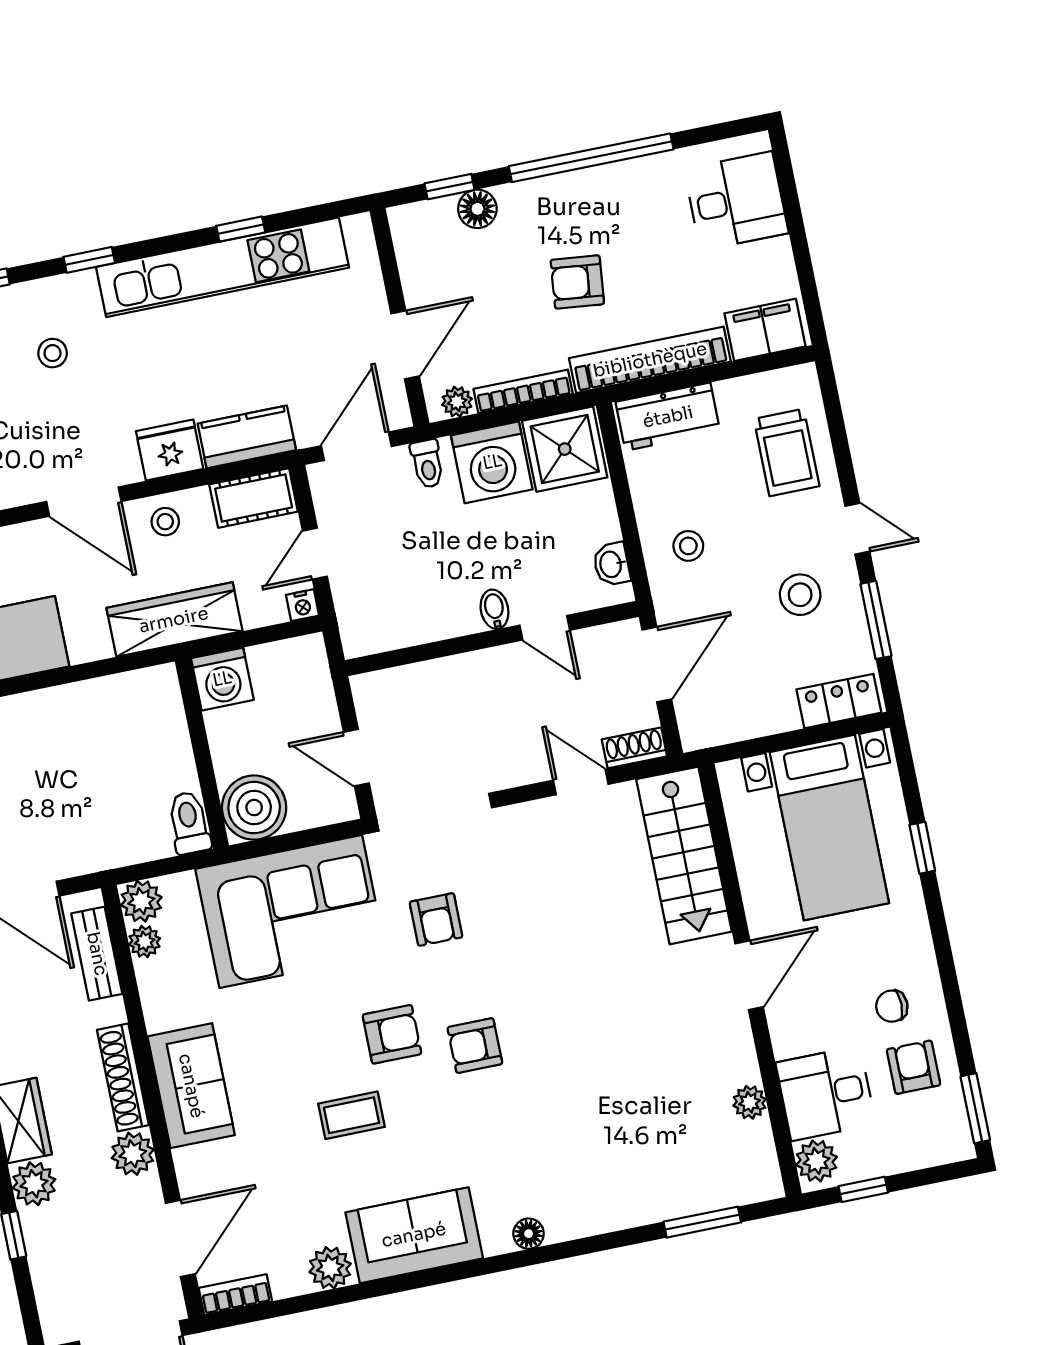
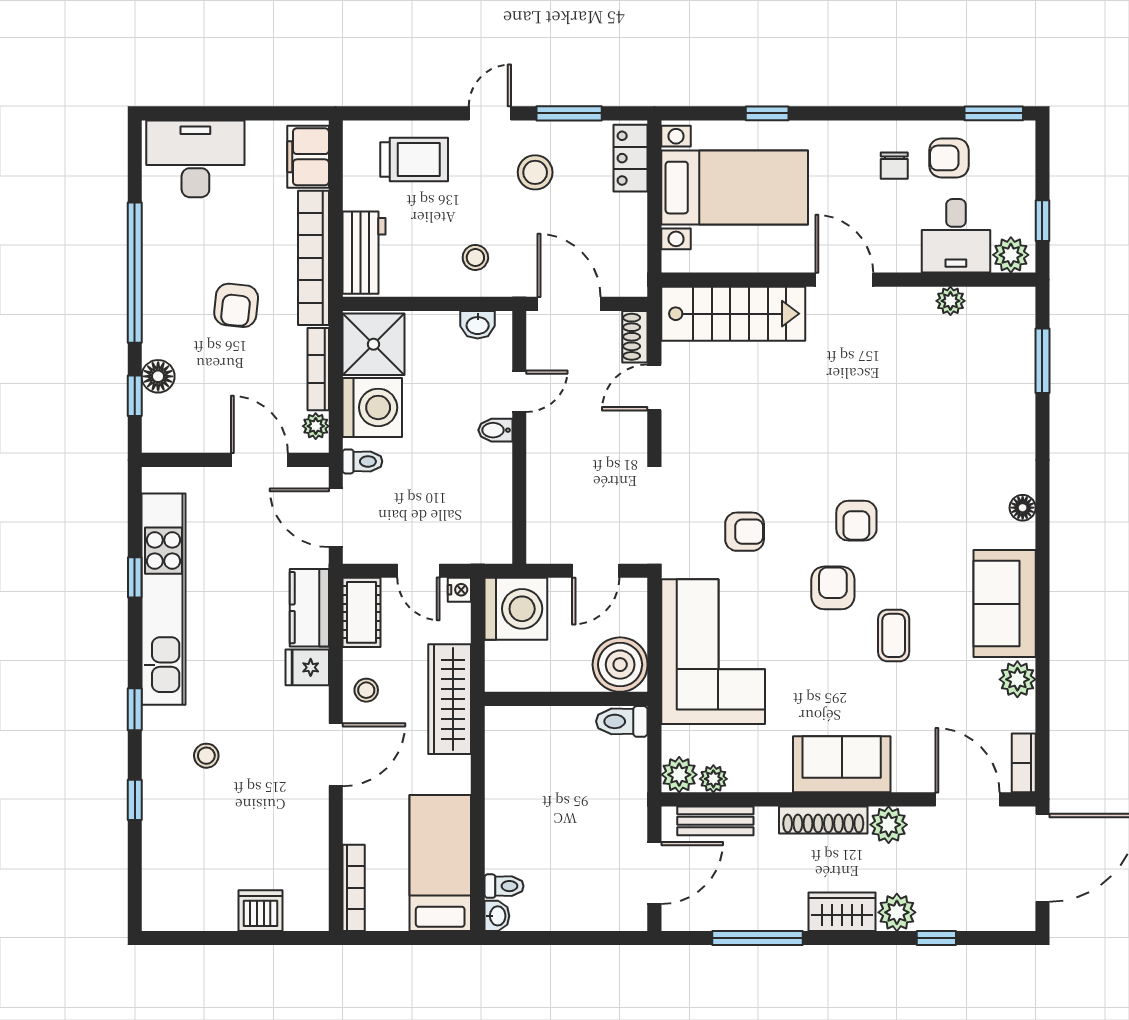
desk: (736, 201) -> (195, 159), width x1.37
fridge: (170, 450) -> (307, 667), width x0.72
washing machine: (222, 679) -> (516, 609), moved, width x1.37, depth x1.37

